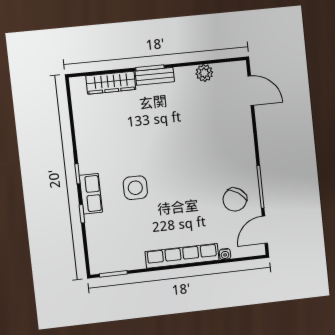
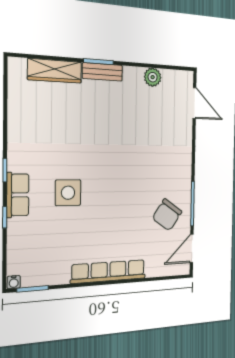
water cooler: (225, 254) -> (14, 282), moved

